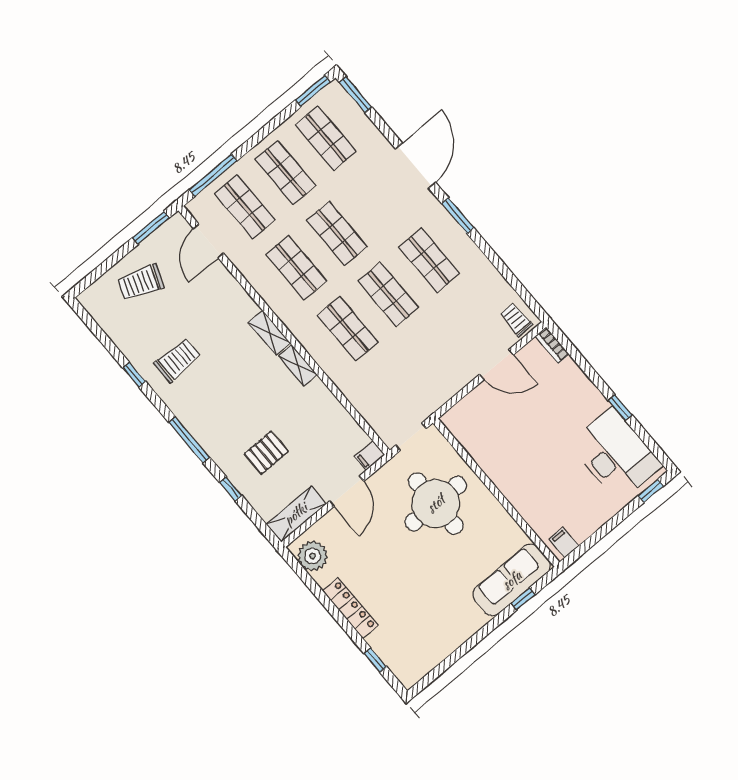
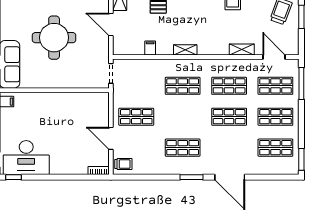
window: (356, 95) -> (284, 177), removed
window: (151, 228) -> (301, 17), moved
shop shelf: (388, 294) -> (136, 117), moved
shelving: (269, 333) -> (242, 49), moved
door: (496, 365) -> (111, 138), hinge flipped
window: (620, 408) -> (14, 177), moved
filing cabinet: (370, 456) -> (150, 48), moved
round table: (436, 504) -> (54, 38), moved

